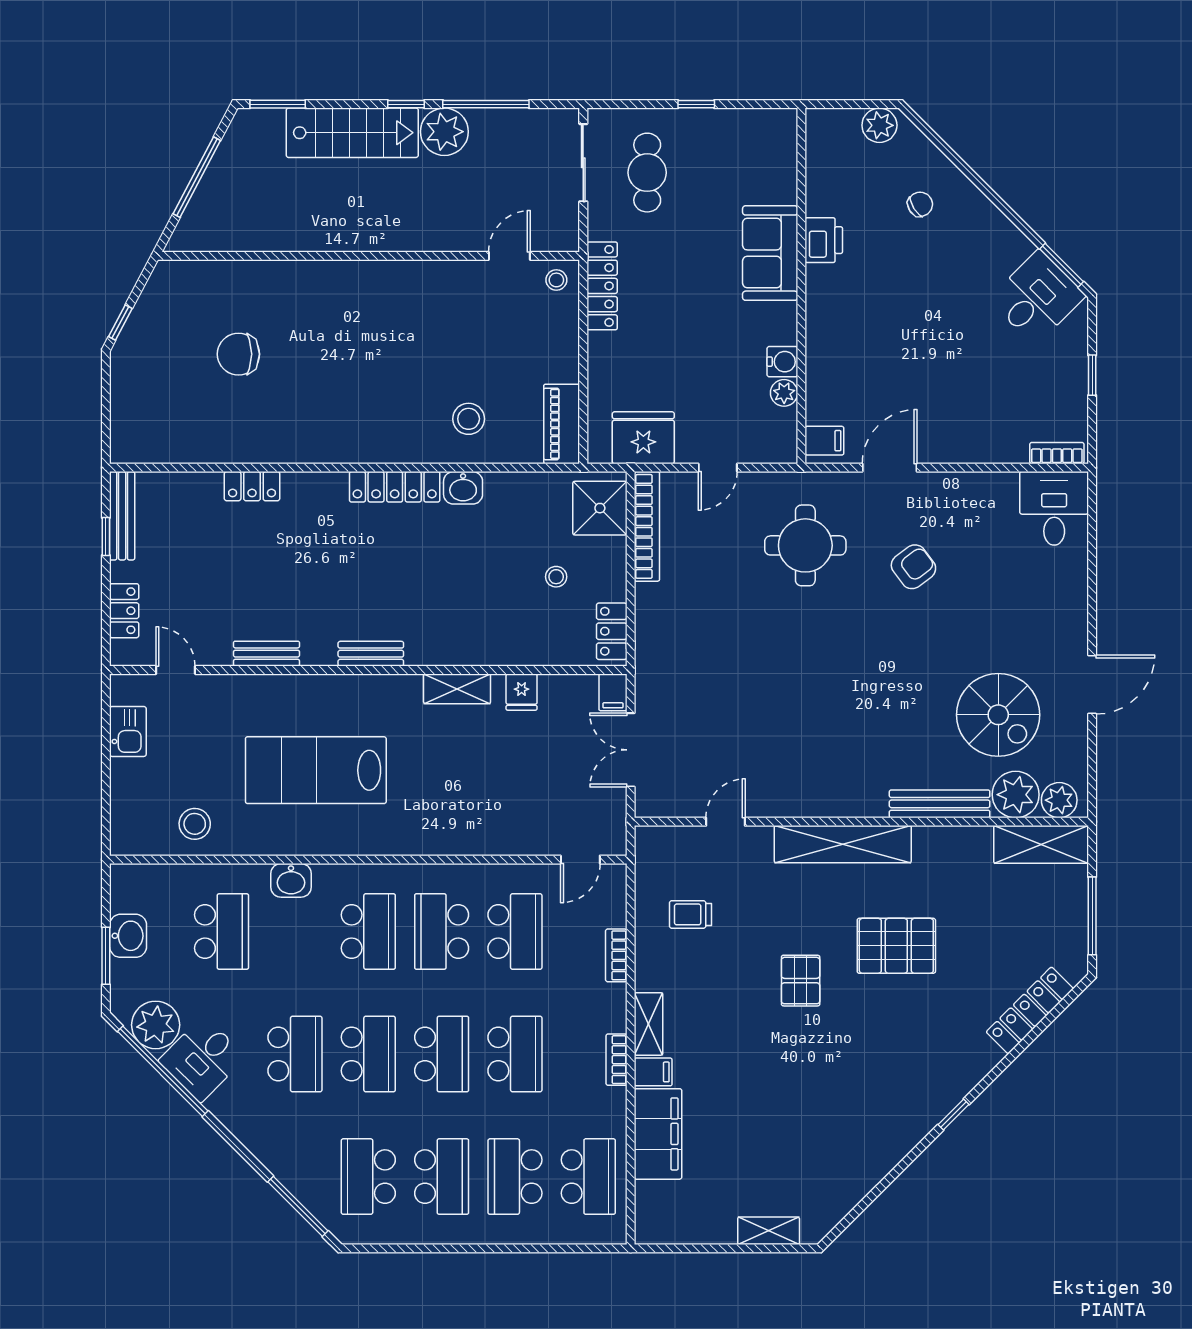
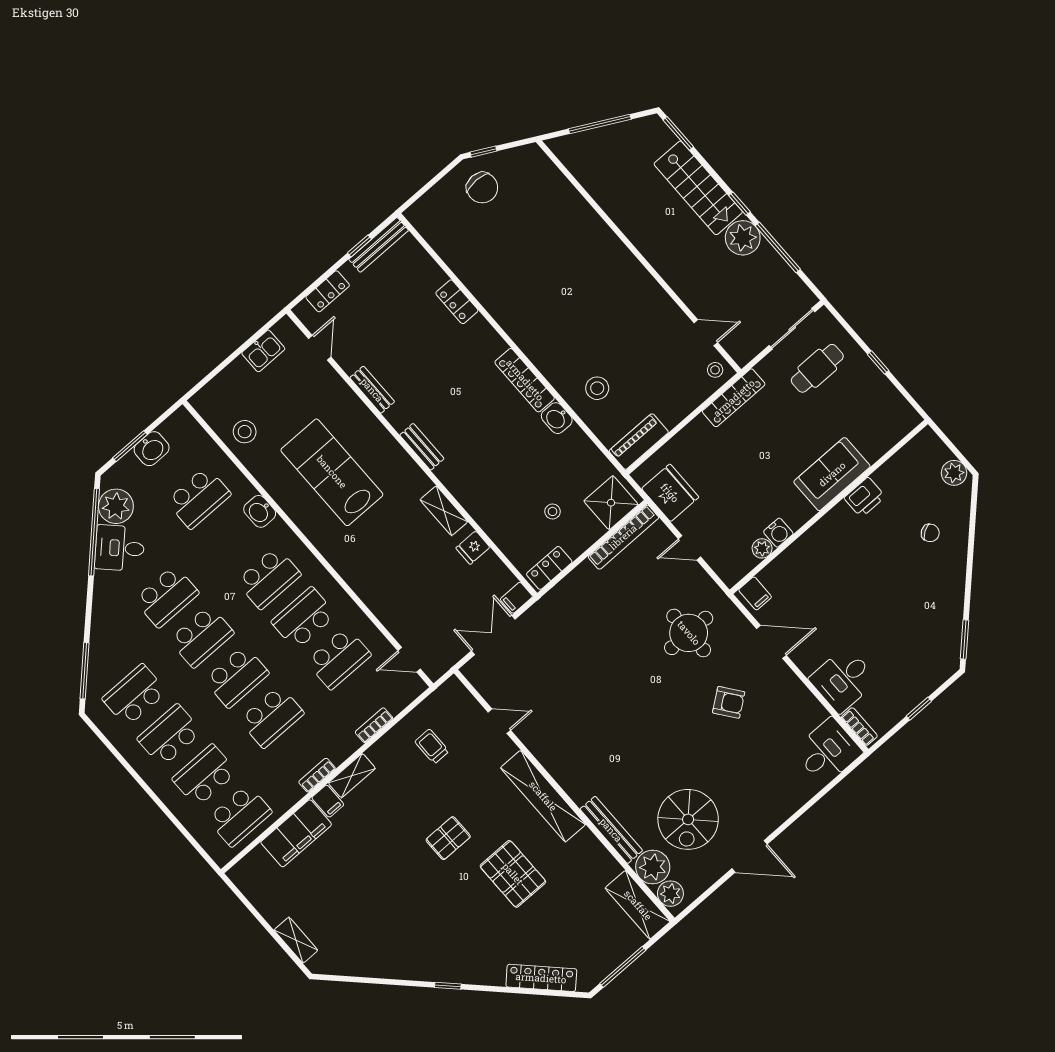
desk: (1037, 298) -> (843, 680), moved, turned 135
chair: (238, 354) -> (482, 188), moved, turned 180
school desk: (442, 1177) -> (170, 735), turned 180

